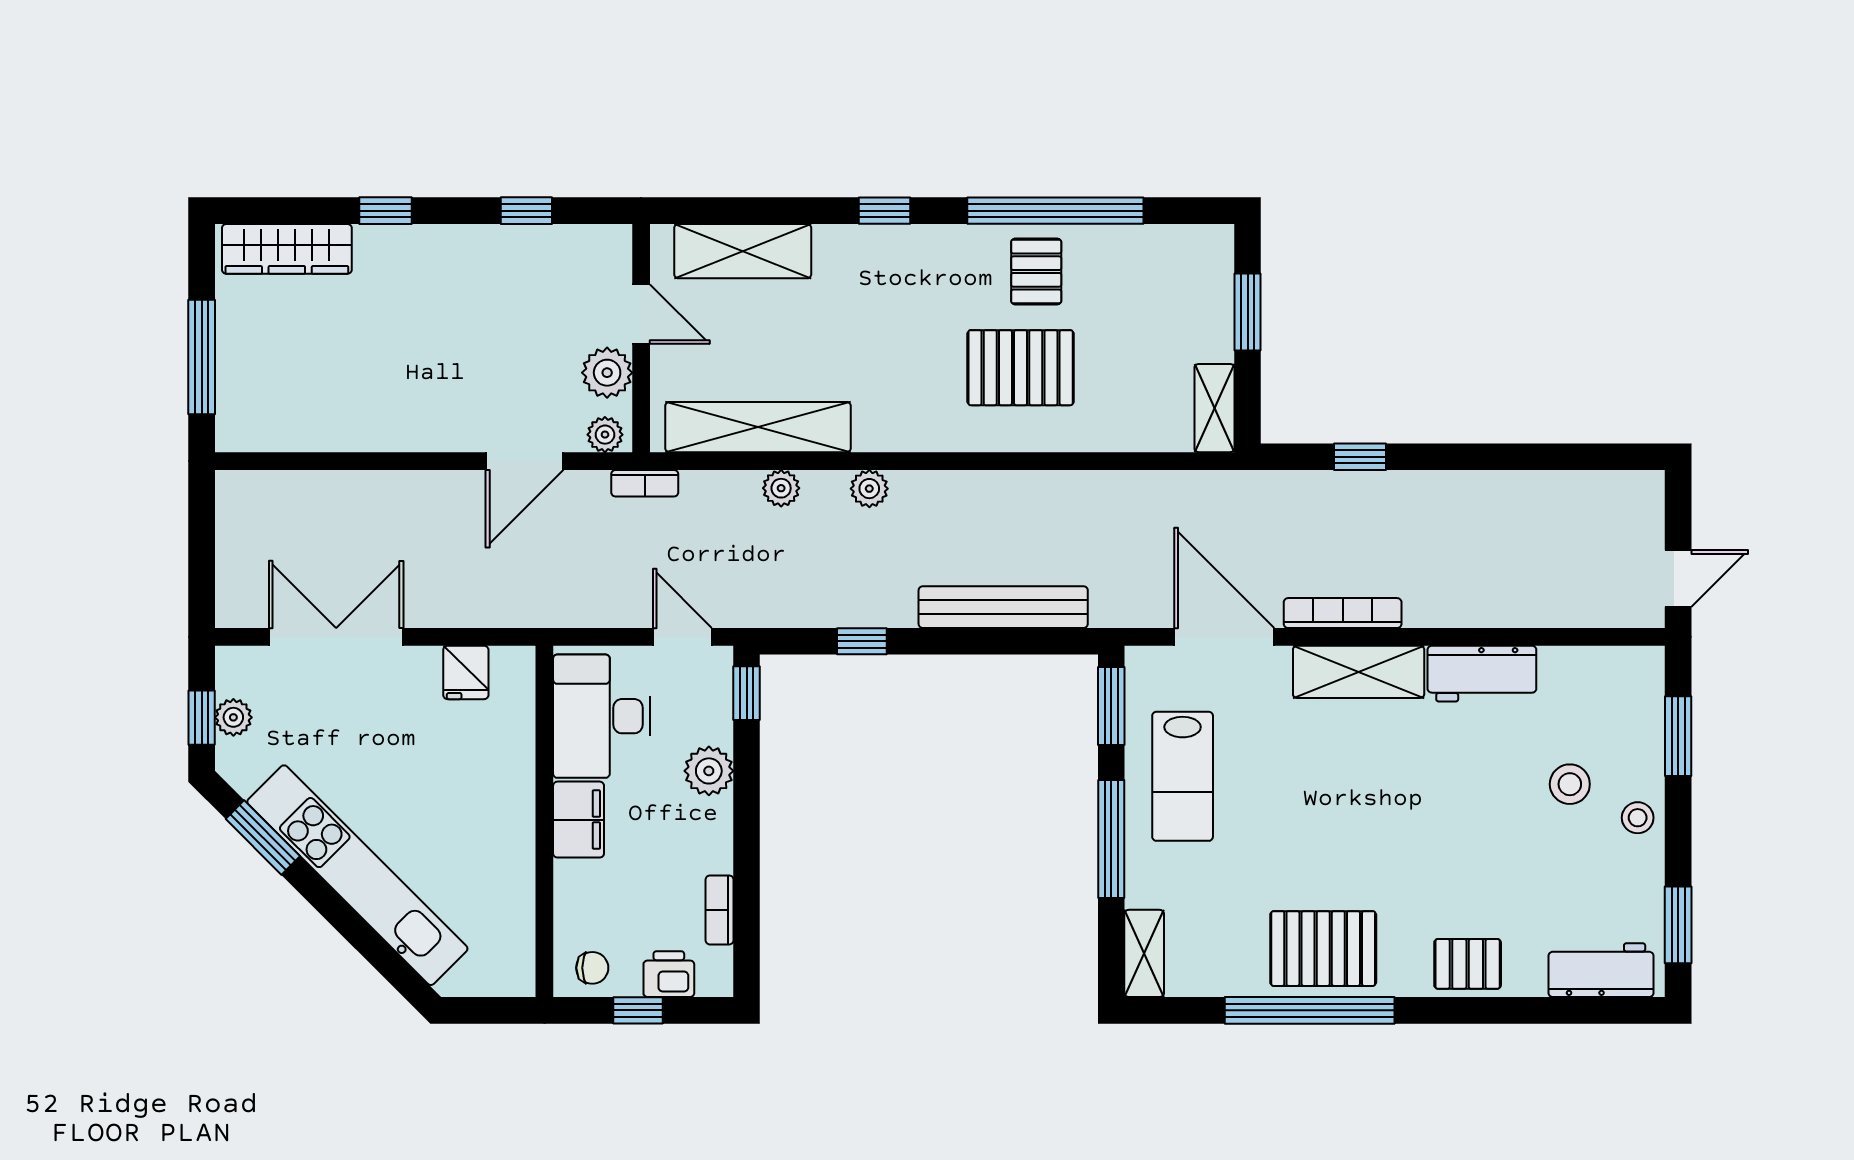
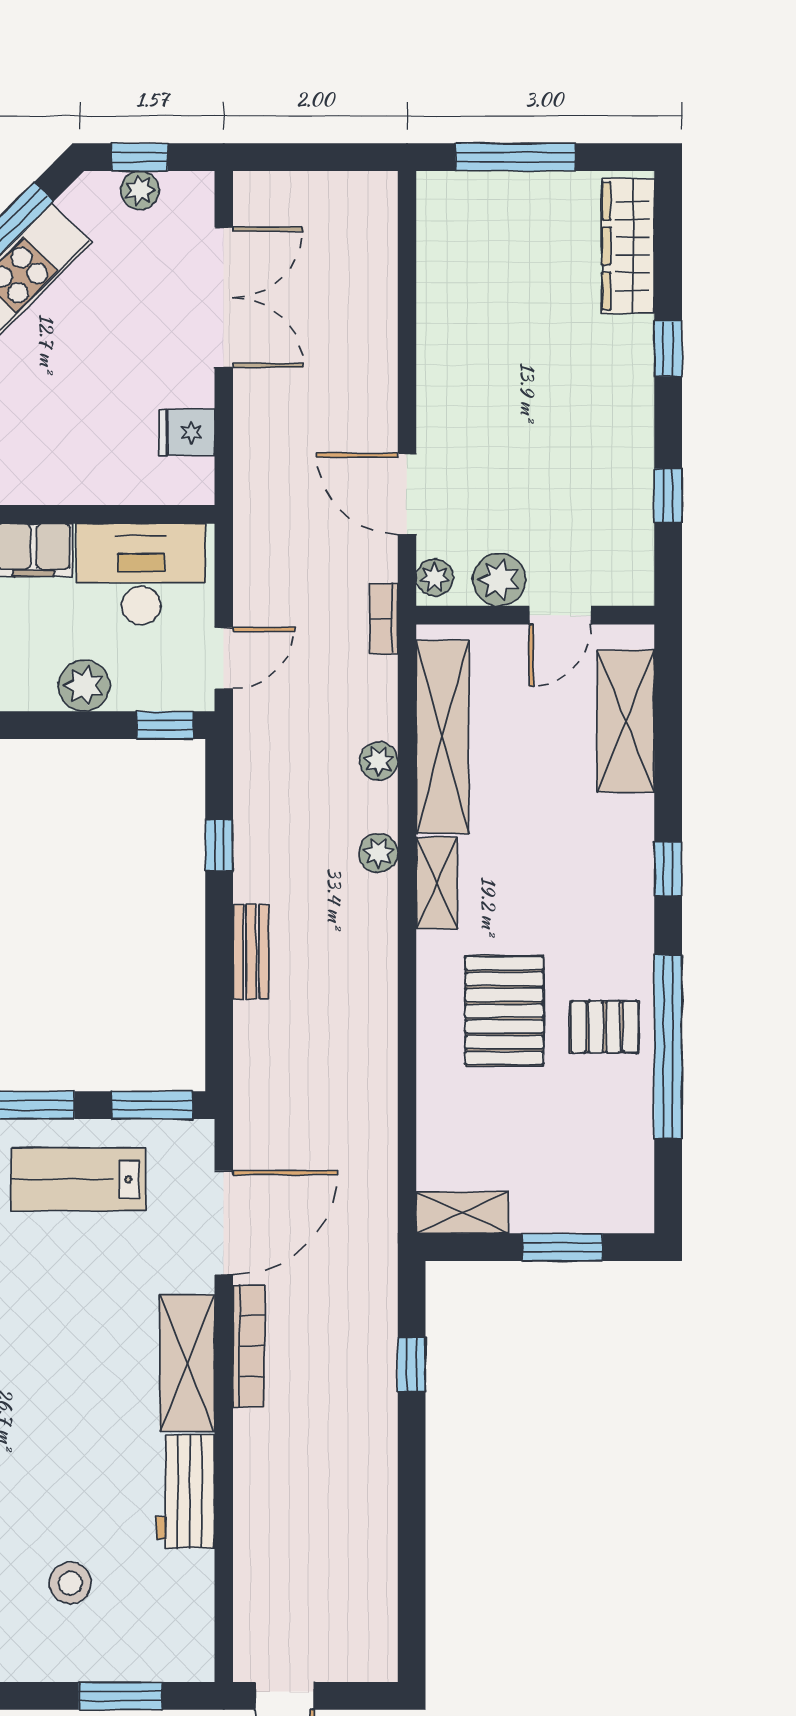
shelving: (898, 432) -> (437, 883), added
bench: (1003, 607) -> (251, 952), width x0.54, depth x0.82
stool: (1638, 818) -> (35, 1654), removed

